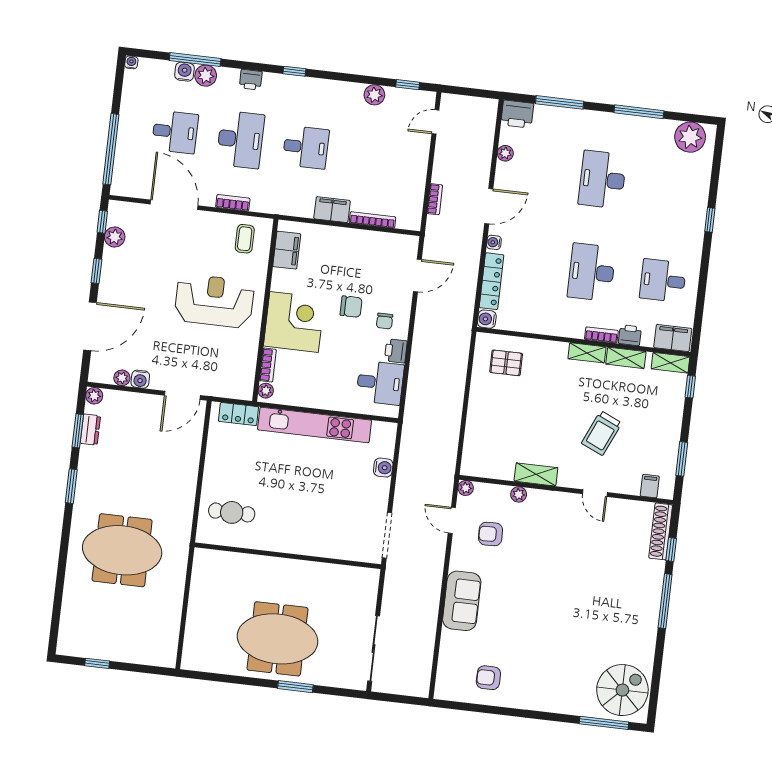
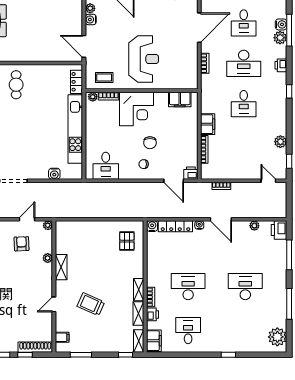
coffee table: (245, 239) -> (104, 77), moved
printer: (396, 351) -> (191, 173), moved

